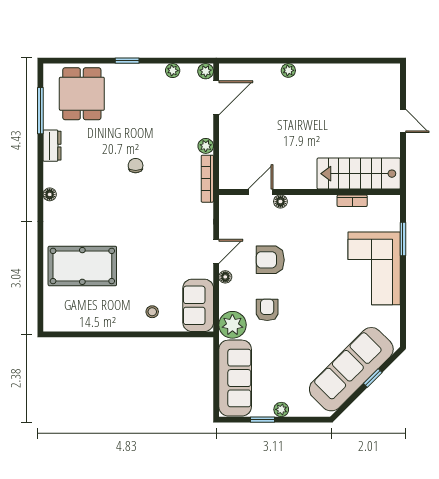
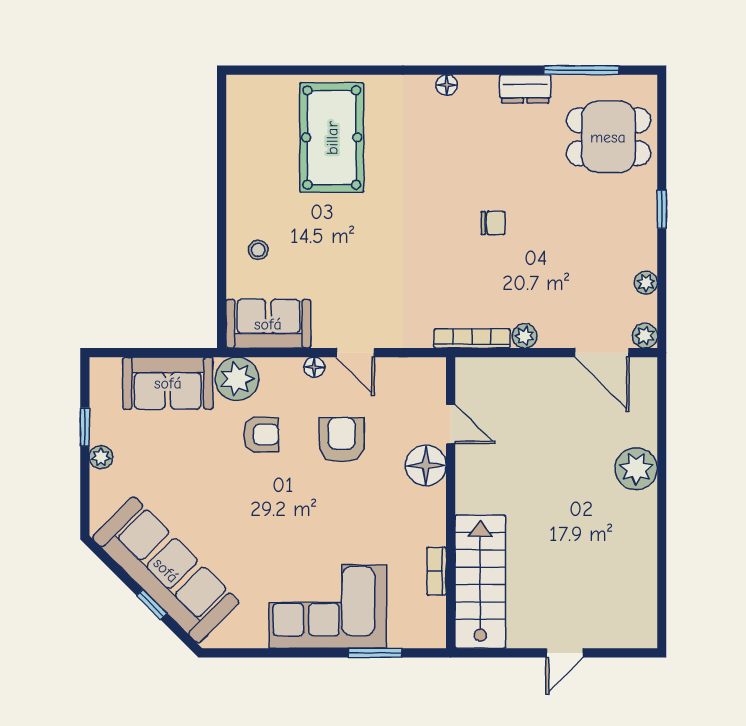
plant: (288, 70) -> (636, 469), width x1.88, depth x1.88
floor lamp: (280, 201) -> (426, 465), width x1.89, depth x1.89
sofa: (235, 378) -> (168, 383), width x0.73

